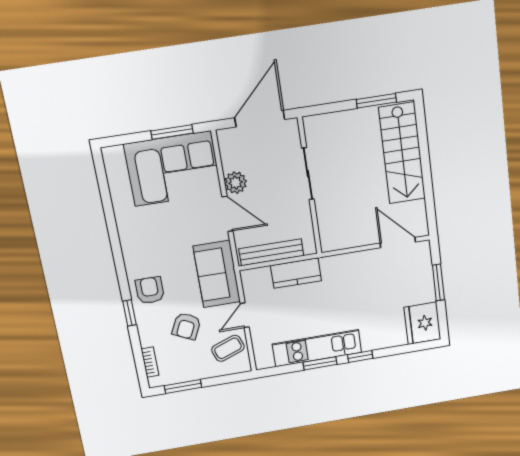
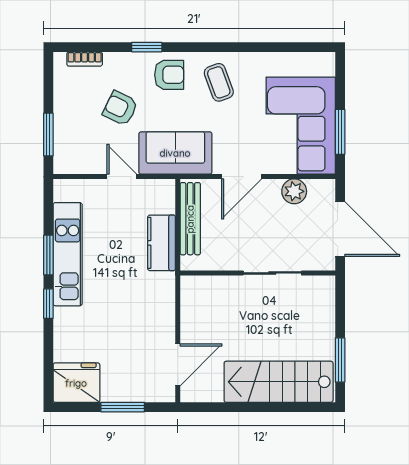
plant: (236, 183) -> (294, 191), moved
coffee table: (228, 348) -> (219, 82), moved
window: (183, 386) -> (48, 135), moved

